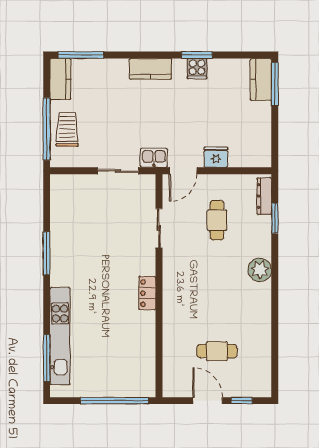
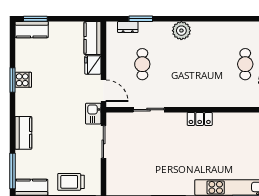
kitchen counter: (151, 69) -> (23, 133), moved
window: (275, 84) -> (35, 19), width x0.69
kitchen counter: (250, 157) -> (93, 38), added
dresser: (264, 196) -> (128, 27), width x0.70
cafe table: (217, 220) -> (142, 64), turned 90

